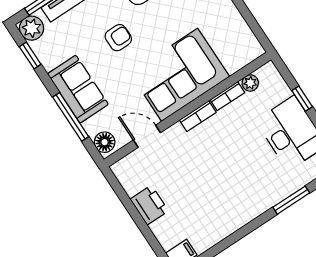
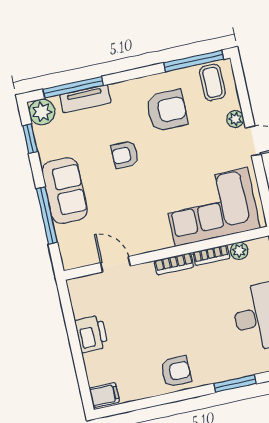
armchair: (118, 38) -> (125, 155), turned 180
corner sofa: (180, 75) -> (211, 207), moved
floor lamp: (105, 142) -> (71, 254), removed
armchair: (236, 209) -> (176, 371), added

